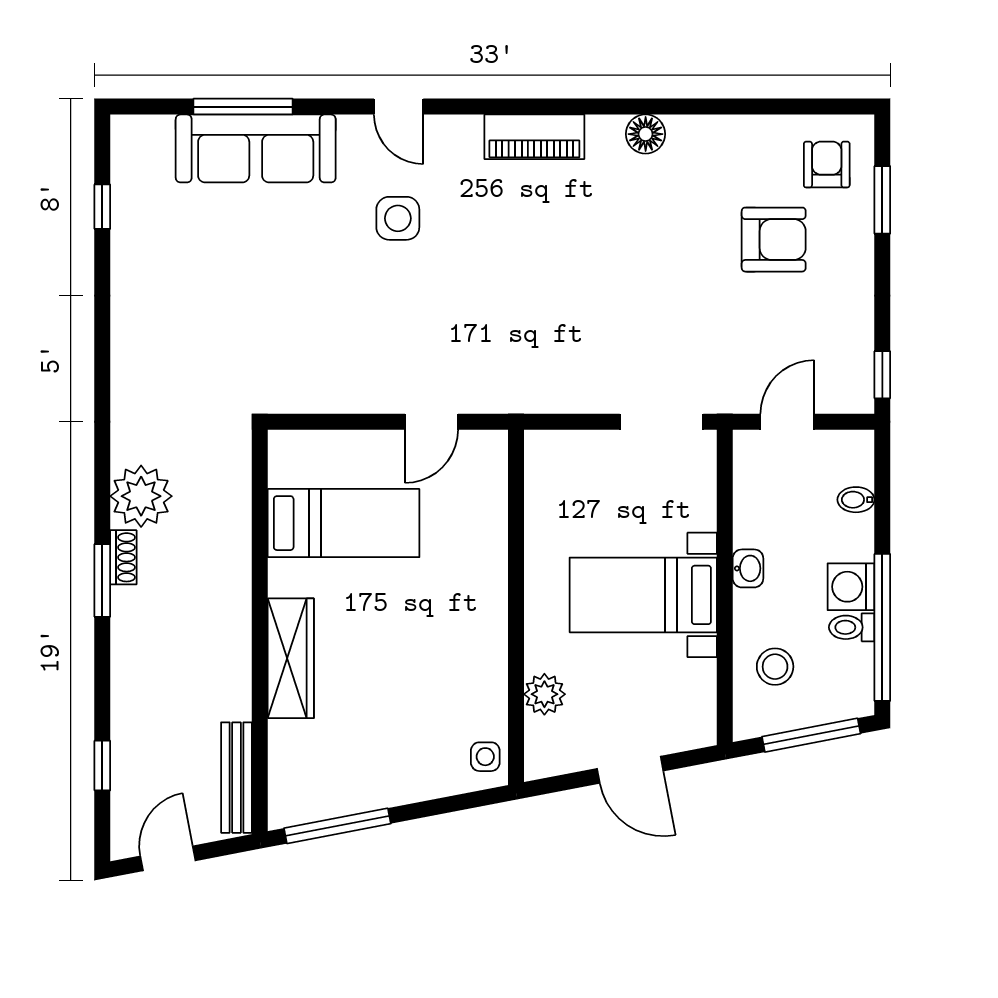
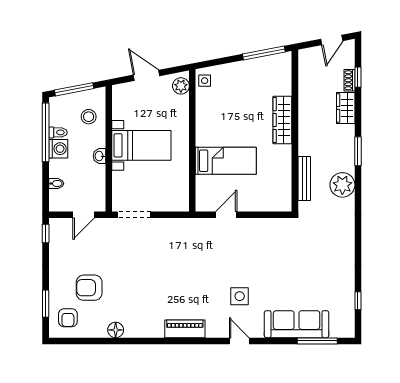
window: (243, 107) -> (317, 341), moved
floor lamp: (646, 134) -> (116, 330), moved
bed: (344, 523) -> (226, 161), moved, turned 180
shoe rack: (123, 557) -> (350, 80), moved
wardrobe: (133, 688) -> (346, 108), added
plant: (544, 694) -> (181, 86), moved
bench: (236, 778) -> (304, 178), moved

